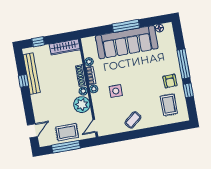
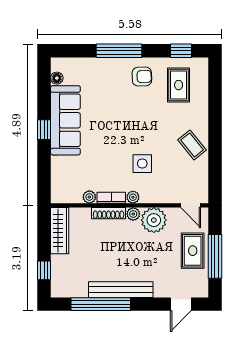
window: (126, 26) -> (44, 130), width x0.46
sofa: (127, 42) -> (65, 120), width x0.74, depth x0.79
bench: (32, 74) -> (121, 290), moved
window: (23, 81) -> (101, 304), width x3.17
window: (188, 90) -> (181, 51), moved
rug: (169, 105) -> (179, 85), turned 90
door: (32, 131) -> (181, 304), swing flipped

